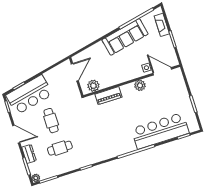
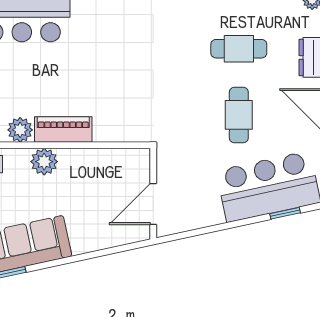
plant: (93, 86) -> (44, 162), moved
piano: (108, 96) -> (63, 130), moved

